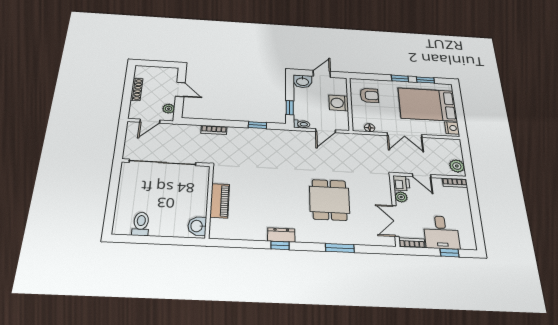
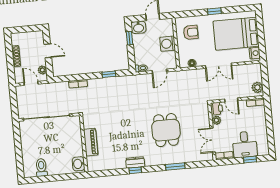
window: (425, 80) -> (235, 9), removed
window: (290, 108) -> (130, 38), moved
door: (150, 121) -> (31, 83), swing flipped

